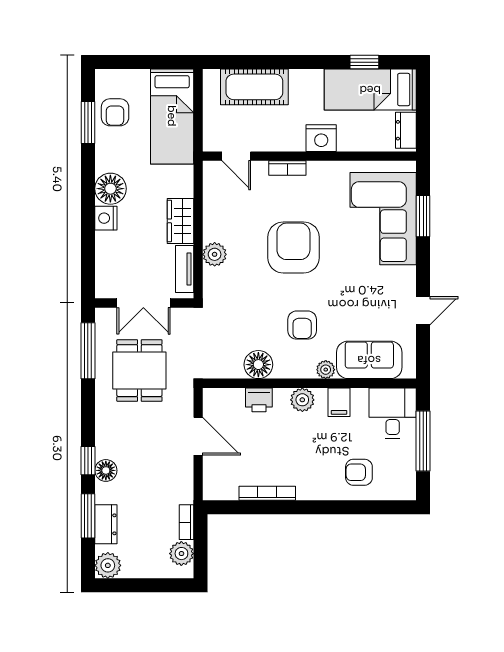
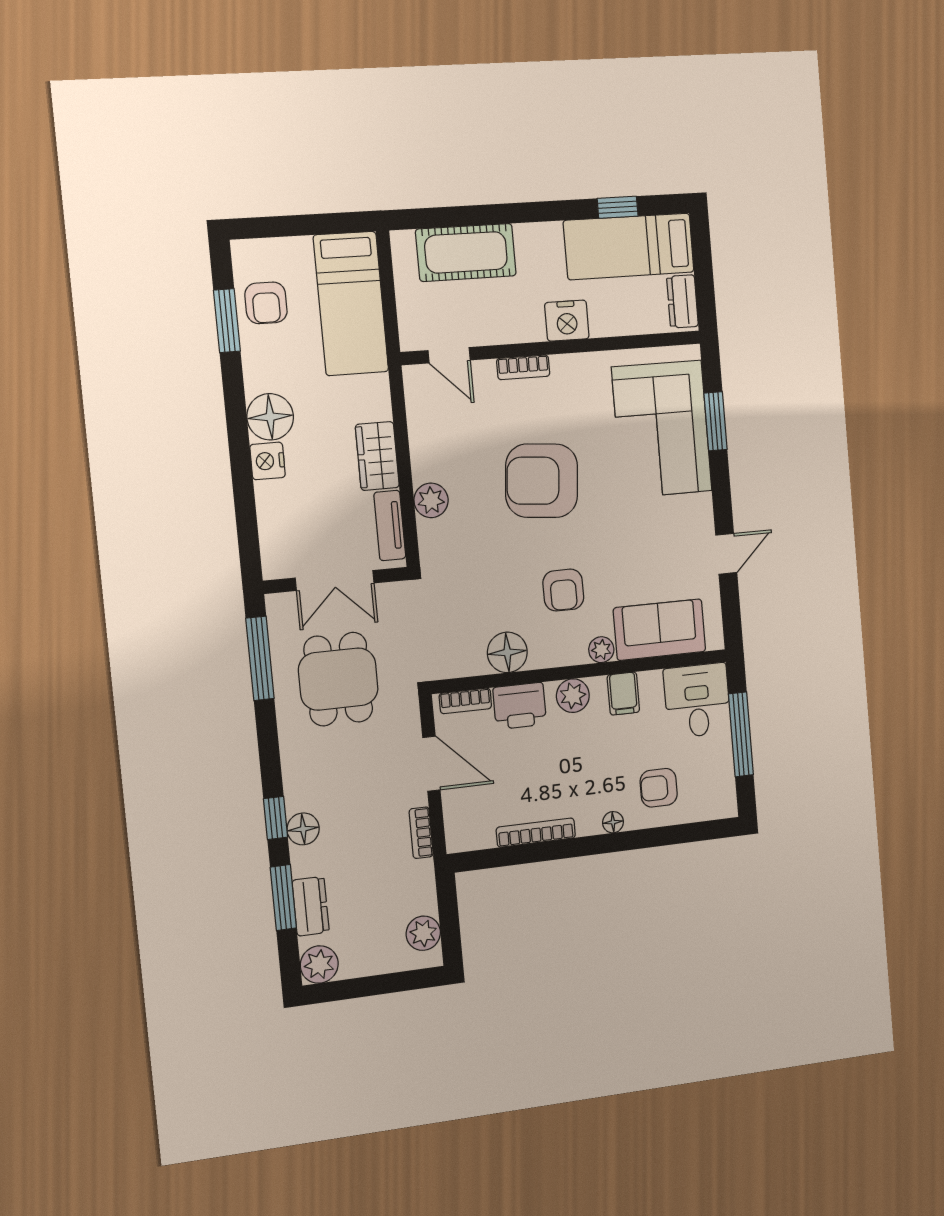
armchair: (293, 247) -> (542, 481), turned -85
bookcase: (226, 395) -> (465, 701), added
printer: (259, 400) -> (520, 706), width x1.36, depth x1.24
floor lamp: (323, 493) -> (613, 822), added
bookcase: (187, 522) -> (421, 833), moved

